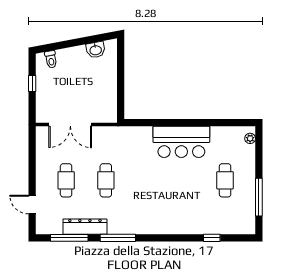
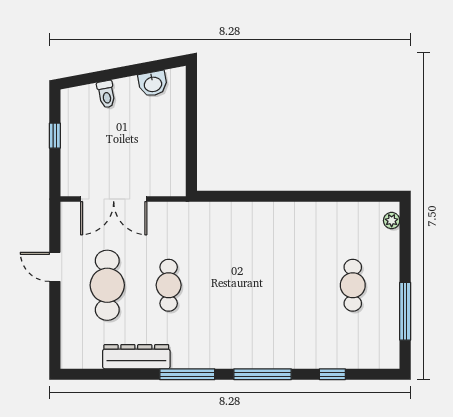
toilet: (51, 59) -> (106, 94), moved
bar counter: (181, 142) -> (285, 226), removed
cafe table: (66, 180) -> (107, 285), width x1.37, depth x1.35
door: (32, 205) -> (55, 267), moved
window: (69, 238) -> (263, 374), moved

